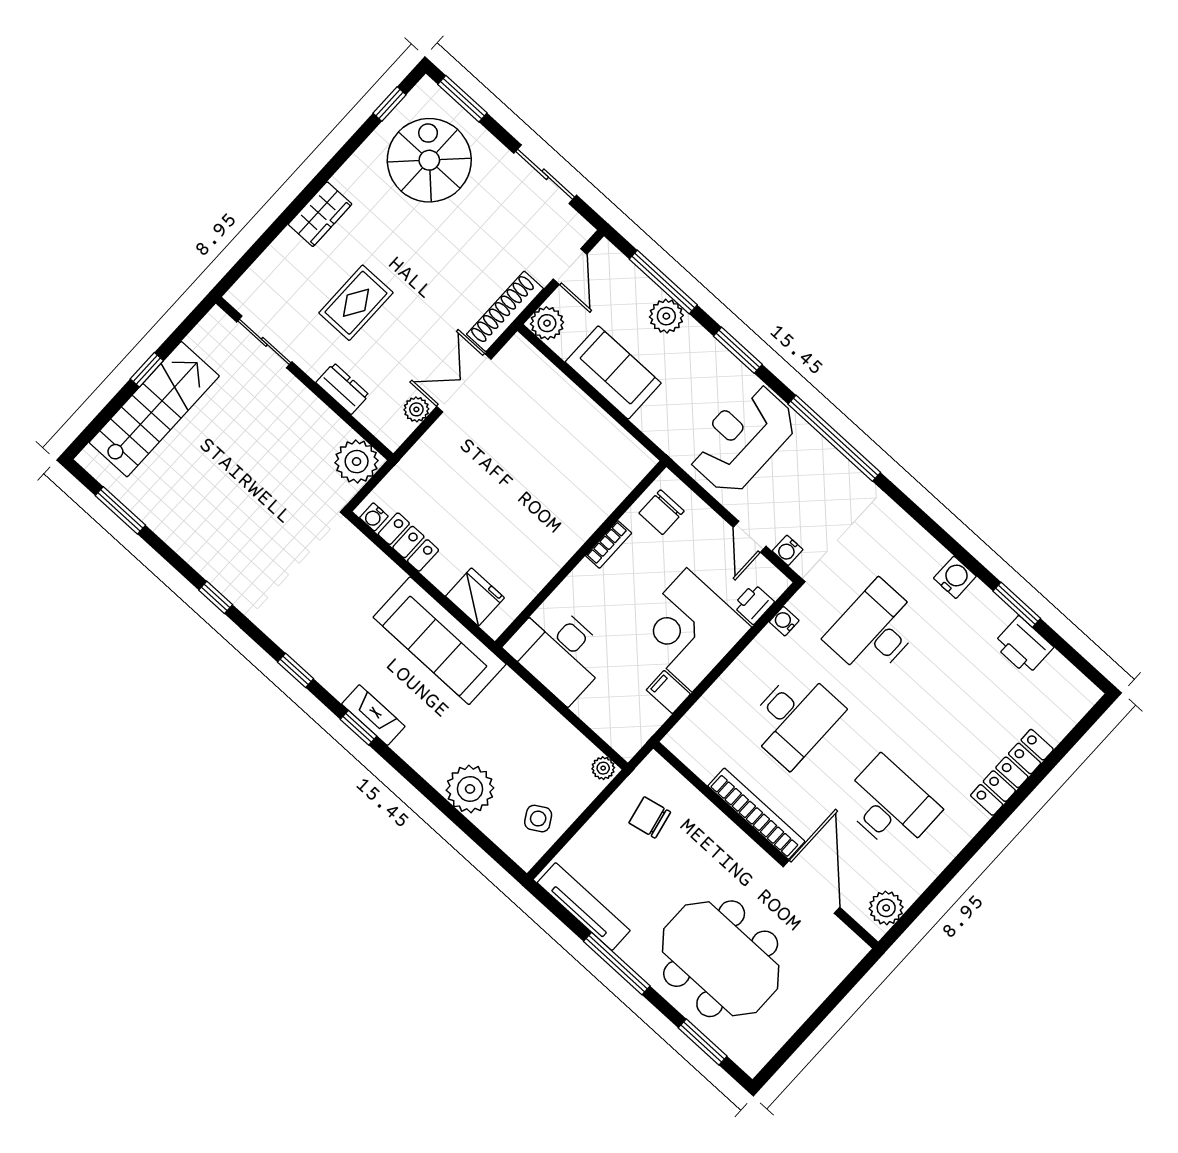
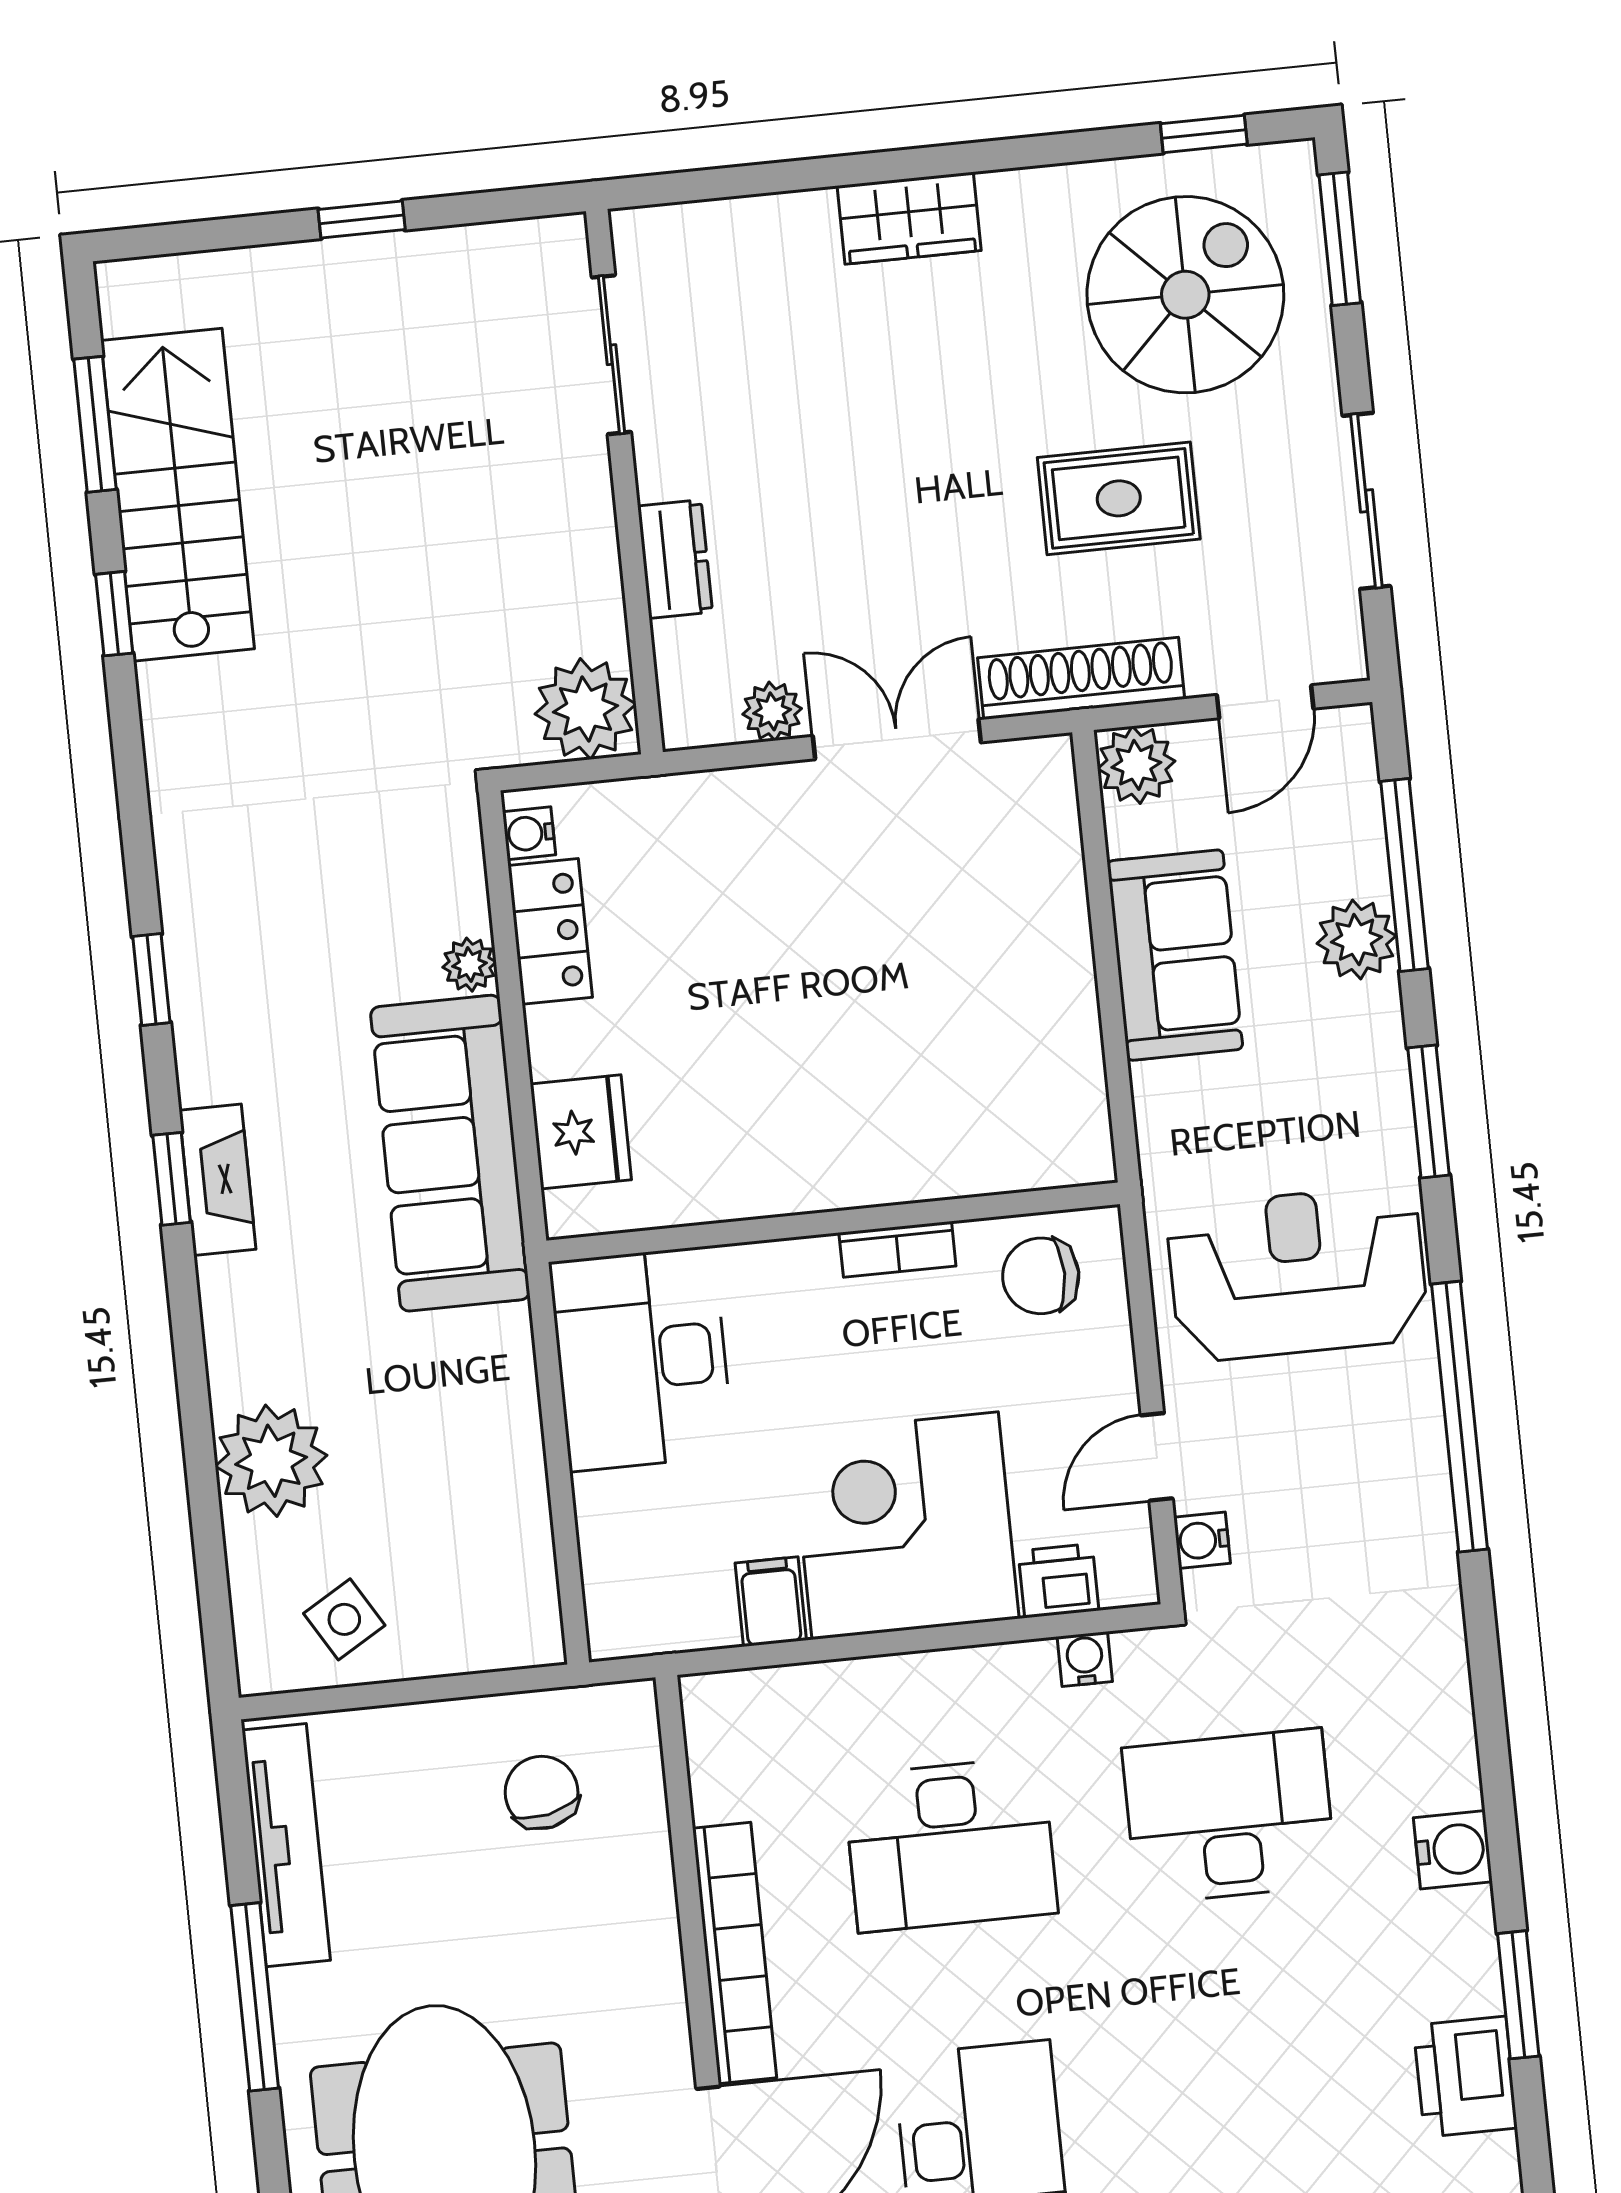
rug: (356, 303) -> (1119, 498), moved
stairs: (154, 409) -> (178, 495), moved, turned -90
window: (216, 597) -> (114, 614), moved
plant: (603, 768) -> (469, 965), moved

